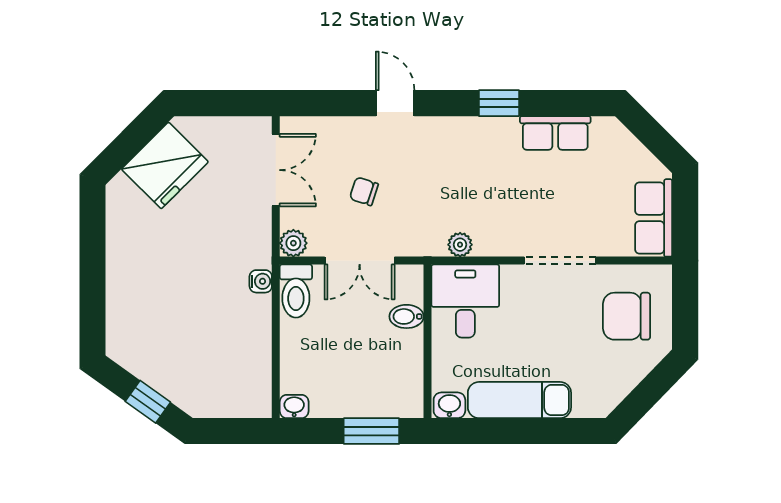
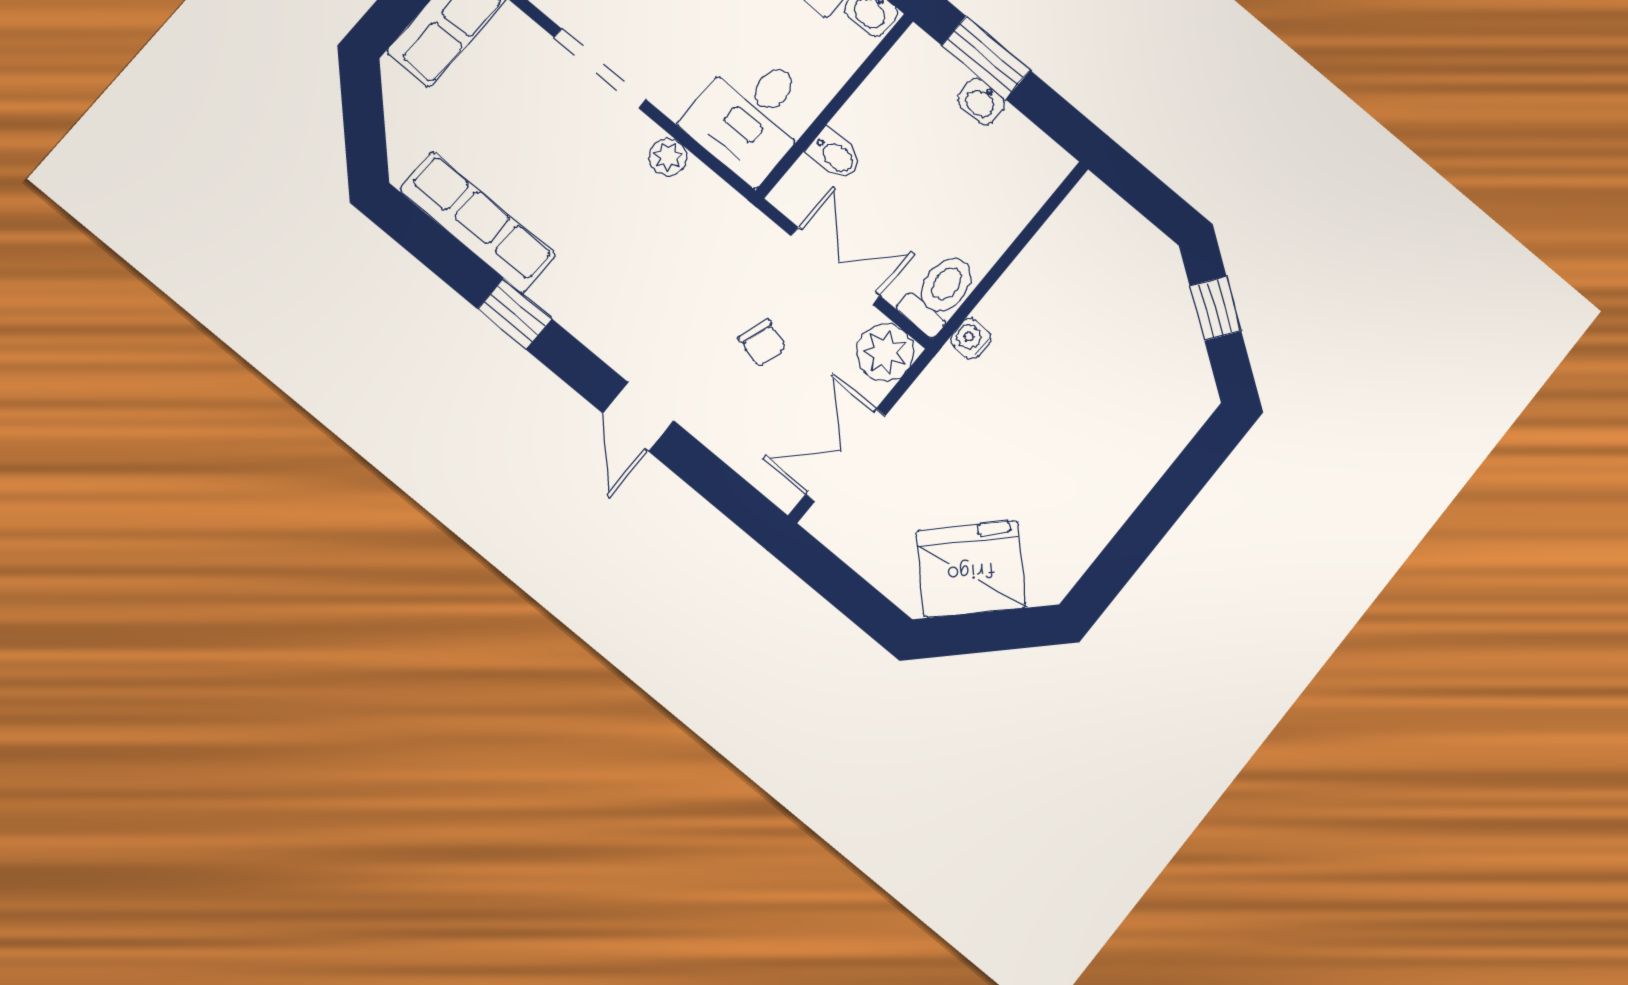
row of seats: (555, 133) -> (478, 223), width x1.48
plant: (293, 243) -> (885, 352), width x1.38, depth x1.38
plant: (460, 245) -> (668, 157), moved
washbasin: (294, 406) -> (981, 102), moved

